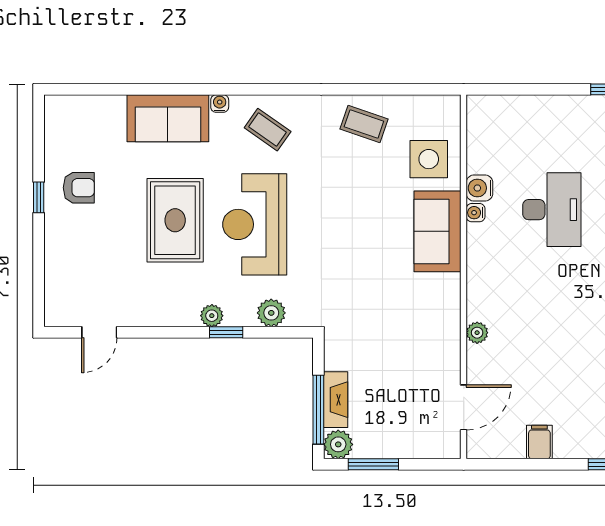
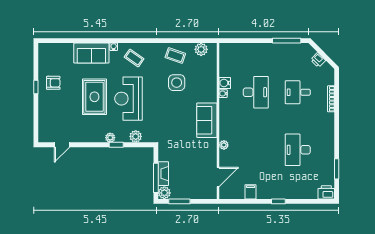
plant: (424, 110) -> (201, 49), added
side table: (429, 159) -> (177, 83), moved
sofa: (438, 231) -> (207, 120), moved

